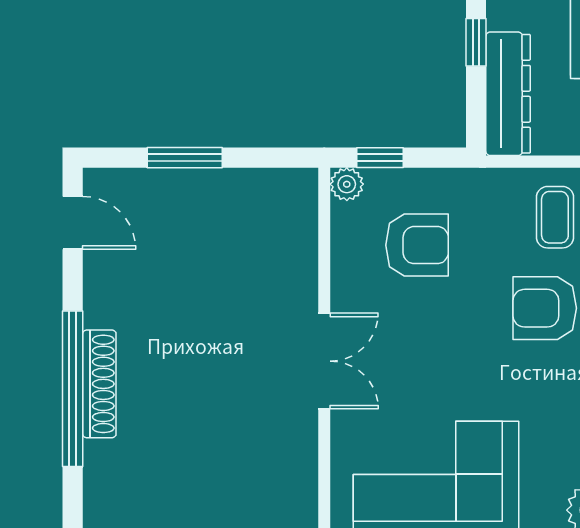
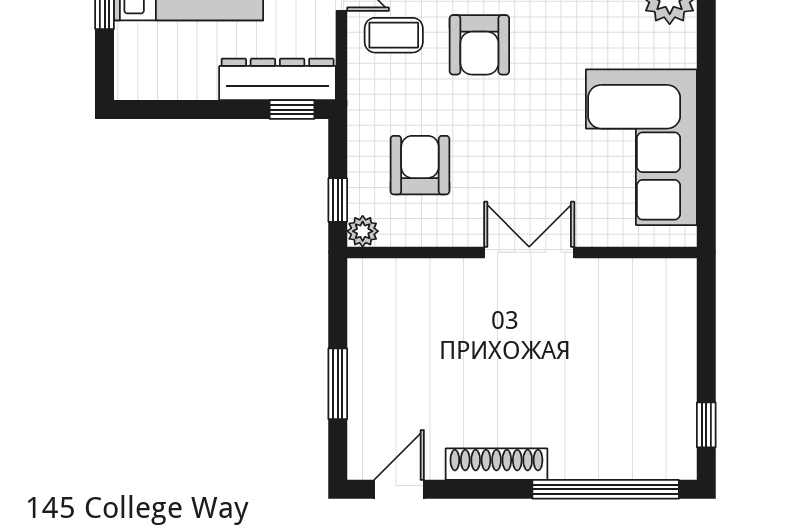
window: (476, 42) -> (292, 110), moved
shoe rack: (99, 384) -> (496, 464), moved
window: (73, 389) -> (606, 489), moved

